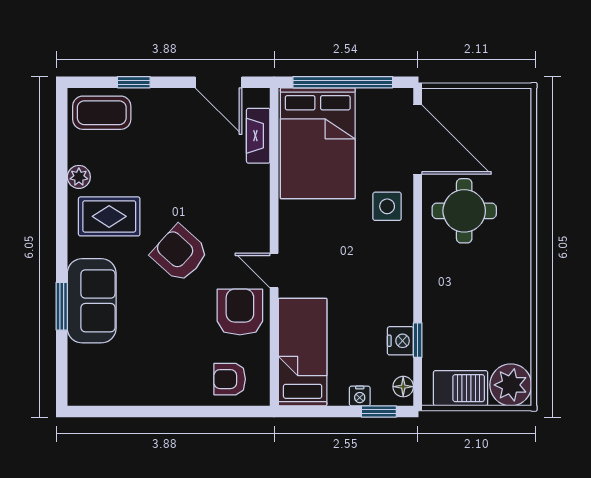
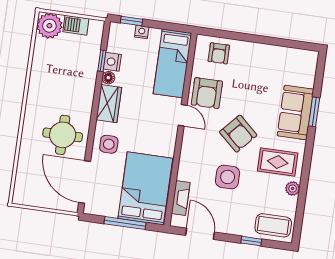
window: (343, 82) -> (125, 223), width x0.68
side table: (187, 181) -> (228, 177), added
wardrobe: (396, 272) -> (109, 104), added
armchair: (230, 379) -> (219, 53), turned 90
floor lamp: (403, 387) -> (108, 78), moved
barbecue: (461, 388) -> (76, 25), width x0.73, depth x0.79

